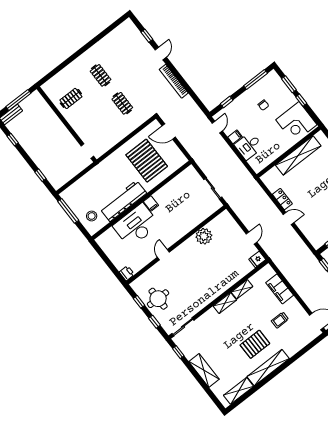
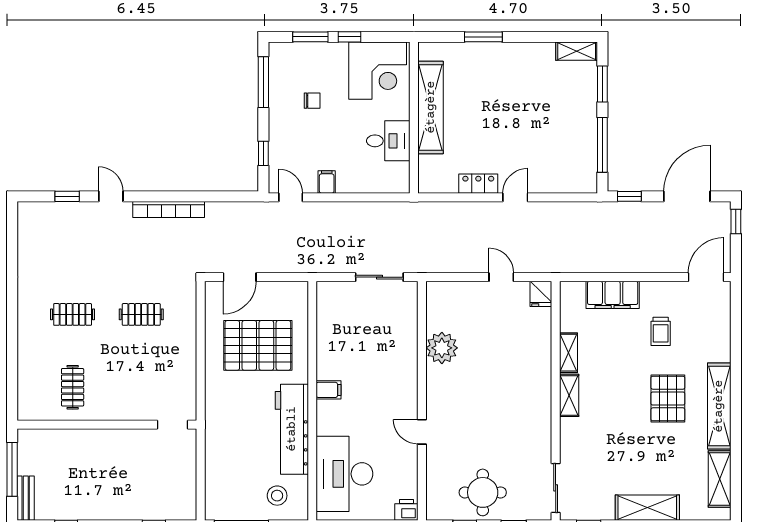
desk: (249, 146) -> (388, 141), moved, turned -90
desk: (136, 225) -> (344, 474), moved

